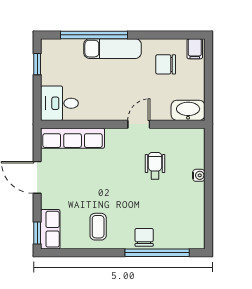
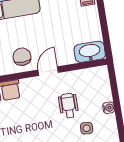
chair: (166, 64) -> (22, 57), moved, turned 90
side table: (171, 194) -> (87, 128), added

